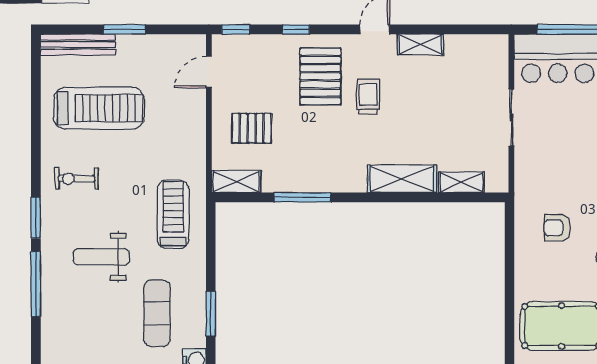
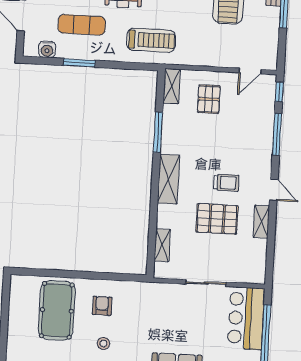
window: (296, 29) -> (277, 134), width x2.17
door: (209, 72) -> (250, 71), swing flipped
pallet: (320, 76) -> (217, 219), moved
shelving: (402, 179) -> (168, 179), moved
armchair: (557, 228) -> (102, 306), moved

